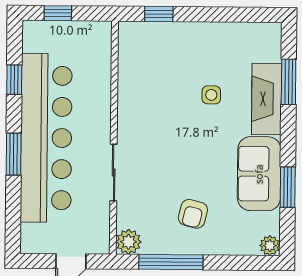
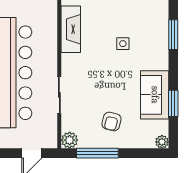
fireplace: (267, 99) -> (71, 29), moved, turned 180

